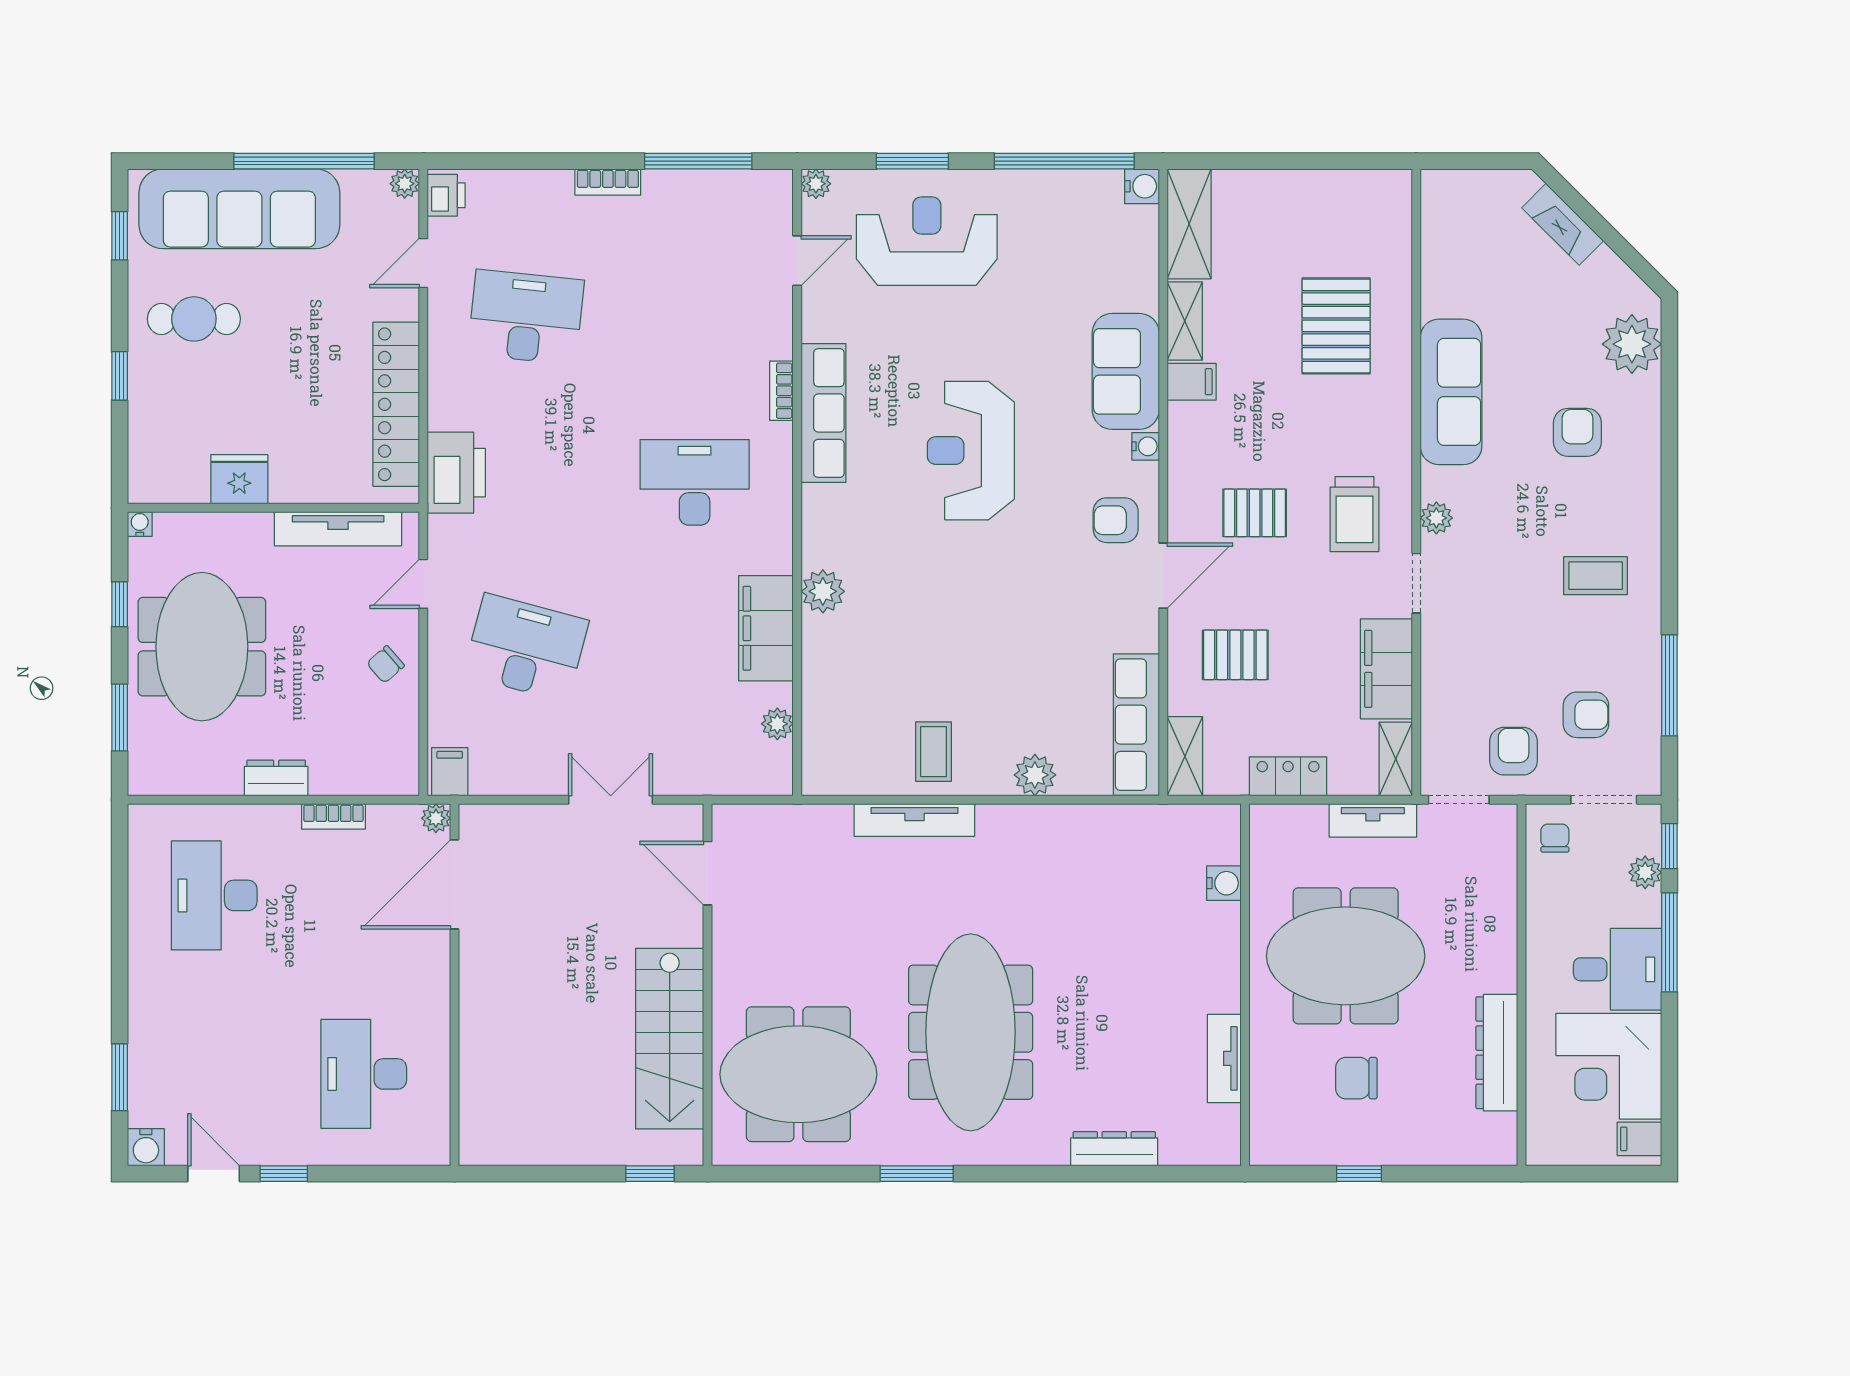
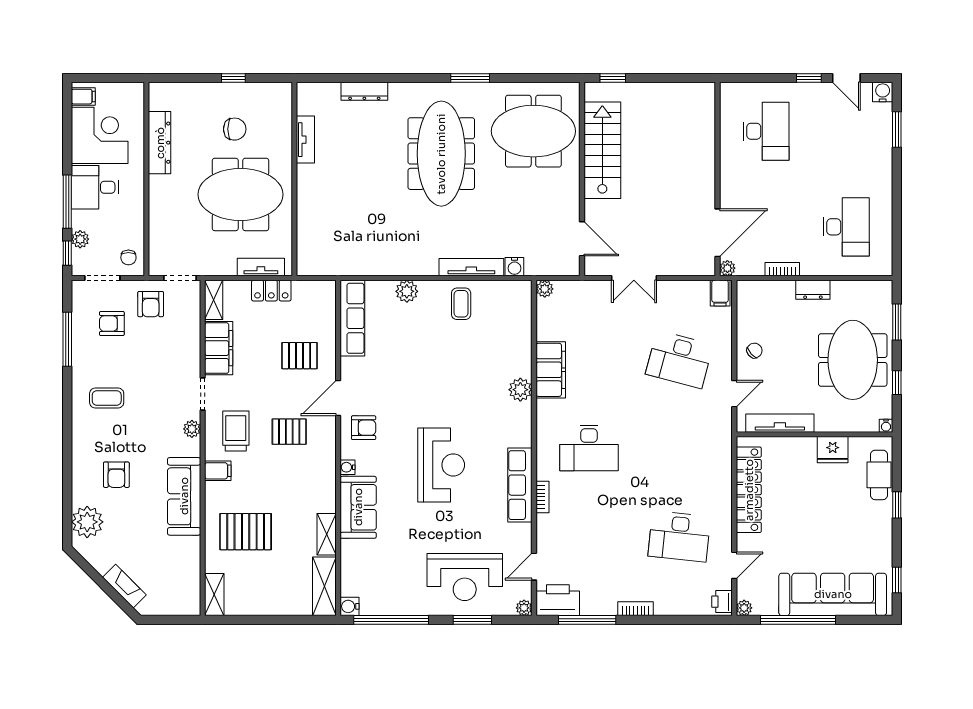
cafe table: (194, 319) -> (879, 475), moved, turned 90
pallet: (1336, 326) -> (246, 532), turned 90
filing cabinet: (1192, 382) -> (218, 471), moved, turned 180
printer: (456, 473) -> (558, 600), moved, turned 90
plant: (777, 724) -> (545, 289), moved
shelving: (1185, 756) -> (214, 595), moved
tv unit: (1373, 820) -> (261, 267), moved
water cooler: (1224, 883) -> (514, 267), moved, turned -90

